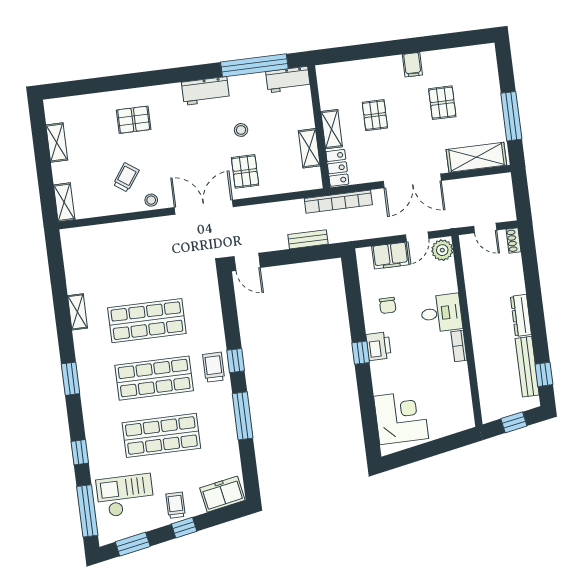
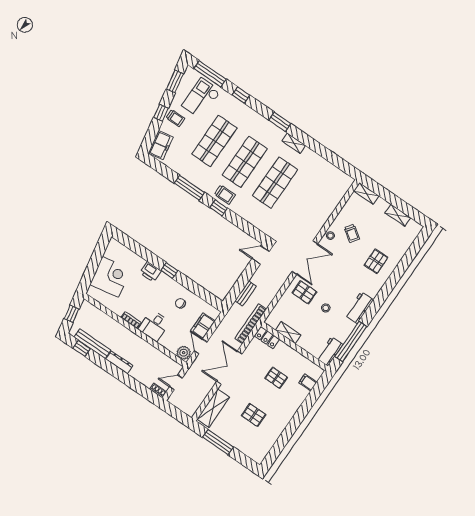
filing cabinet: (412, 65) -> (308, 383), moved
shelving: (332, 129) -> (288, 351), removed
shelving: (78, 312) -> (294, 143), moved
printer: (379, 346) -> (150, 272), moved
corner desk: (401, 417) -> (110, 277), moved, turned -101
checkout: (125, 496) -> (201, 98), turned 180

